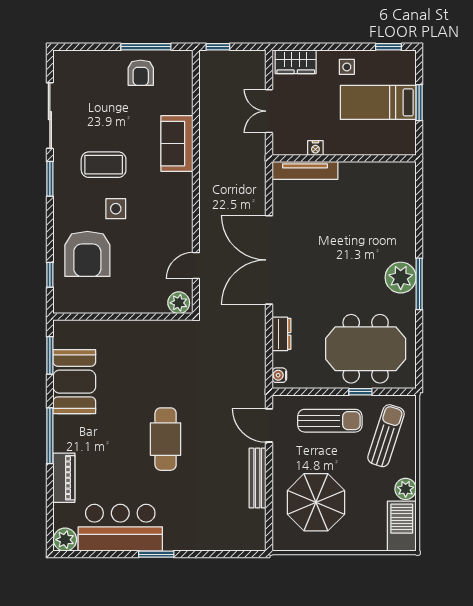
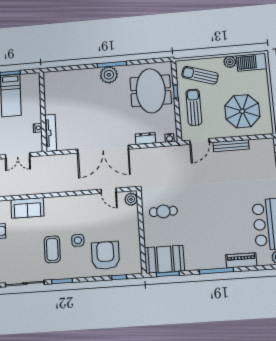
sofa: (177, 144) -> (27, 208), moved
armchair: (87, 254) -> (105, 255), turned -90
booth: (74, 382) -> (164, 259), moved
cafe table: (166, 439) -> (163, 211), moved, width x0.73, depth x0.74

